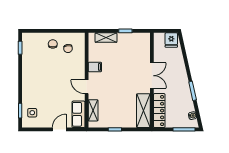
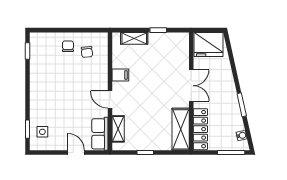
fridge: (171, 40) -> (209, 44), width x1.88, depth x1.34
door: (59, 129) -> (76, 153), hinge flipped

